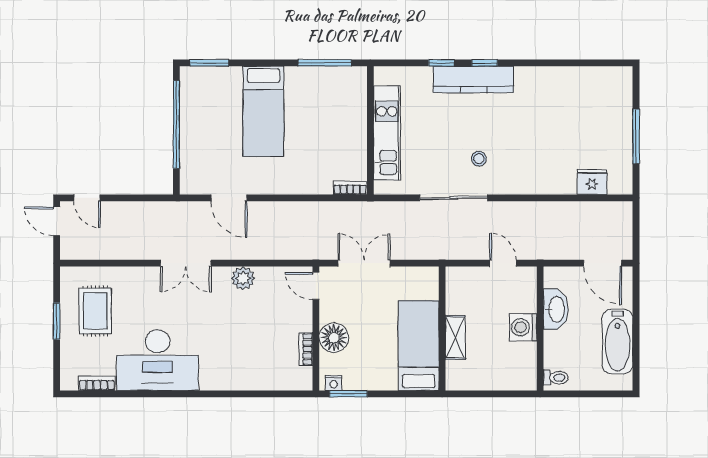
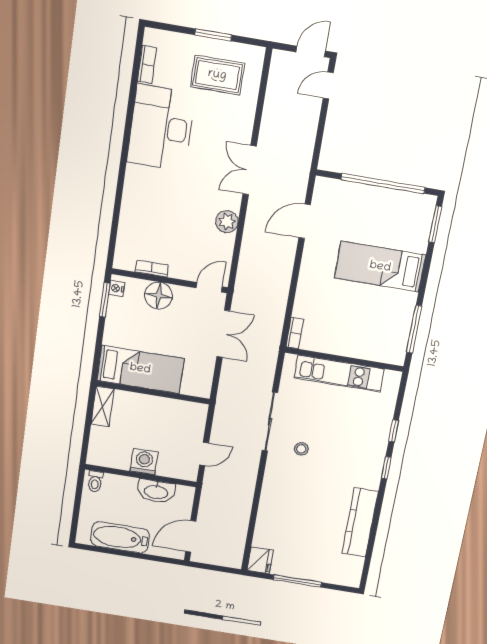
kitchen counter: (473, 80) -> (360, 522), moved
fridge: (592, 182) -> (260, 560), moved
shelving: (455, 337) -> (103, 407), moved, turned 90

